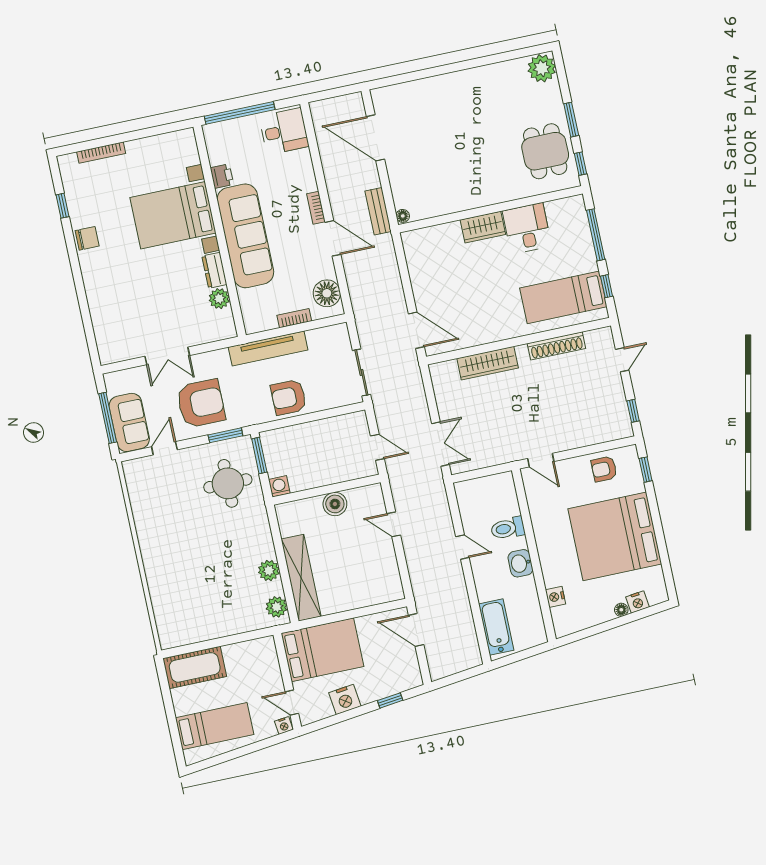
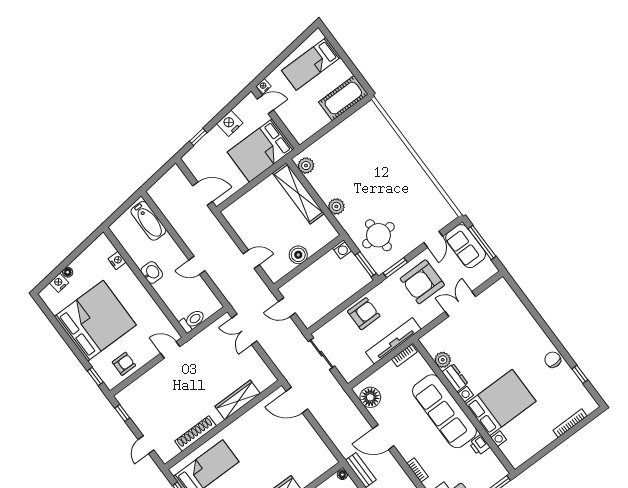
bookcase: (316, 208) -> (417, 470), moved
chair: (87, 238) -> (553, 360), turned 90
bookcase: (294, 318) -> (404, 355), moved
toilet: (508, 528) -> (192, 321), moved
plant: (269, 571) -> (336, 206), moved

